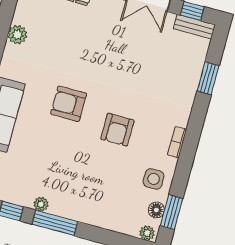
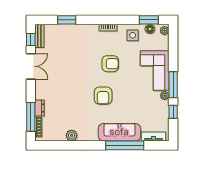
corner sofa: (86, 199) -> (155, 71), added

